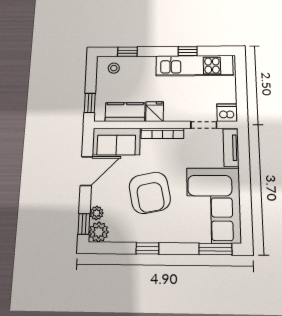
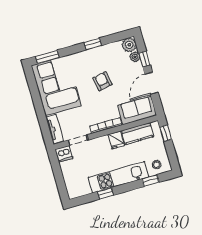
kitchen unit: (194, 66) -> (118, 177), moved
armchair: (150, 193) -> (102, 81), width x0.53, depth x0.53
window: (84, 224) -> (144, 59), moved

